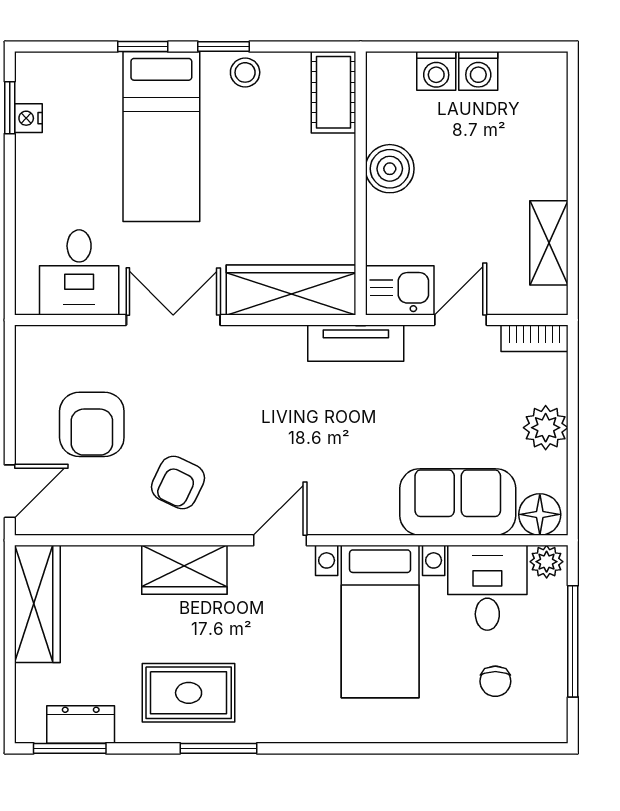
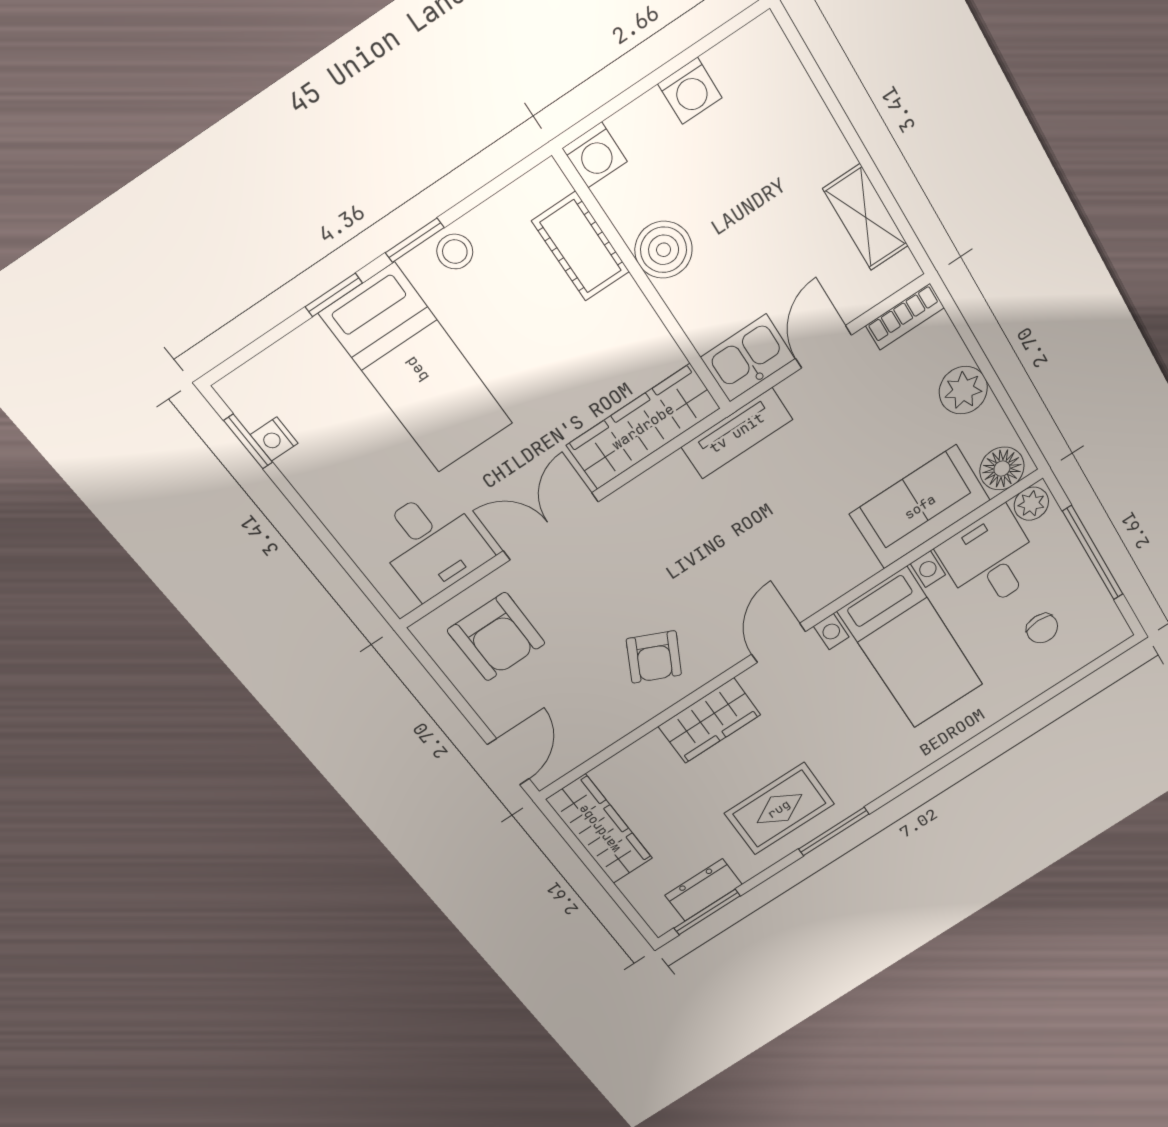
washing machine: (436, 71) -> (595, 155), moved
cot: (334, 92) -> (581, 246), moved
armchair: (92, 424) -> (496, 637), moved

